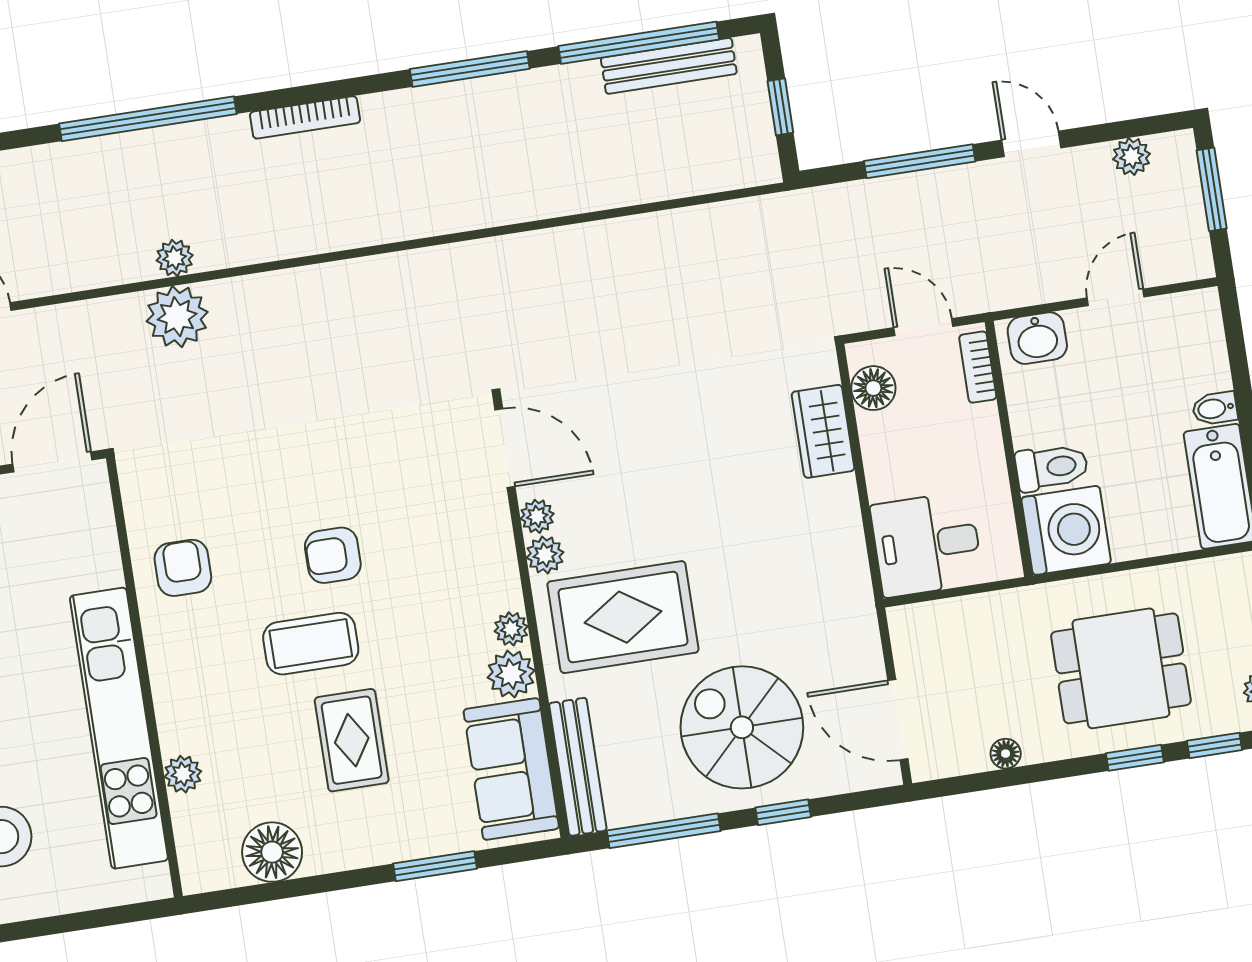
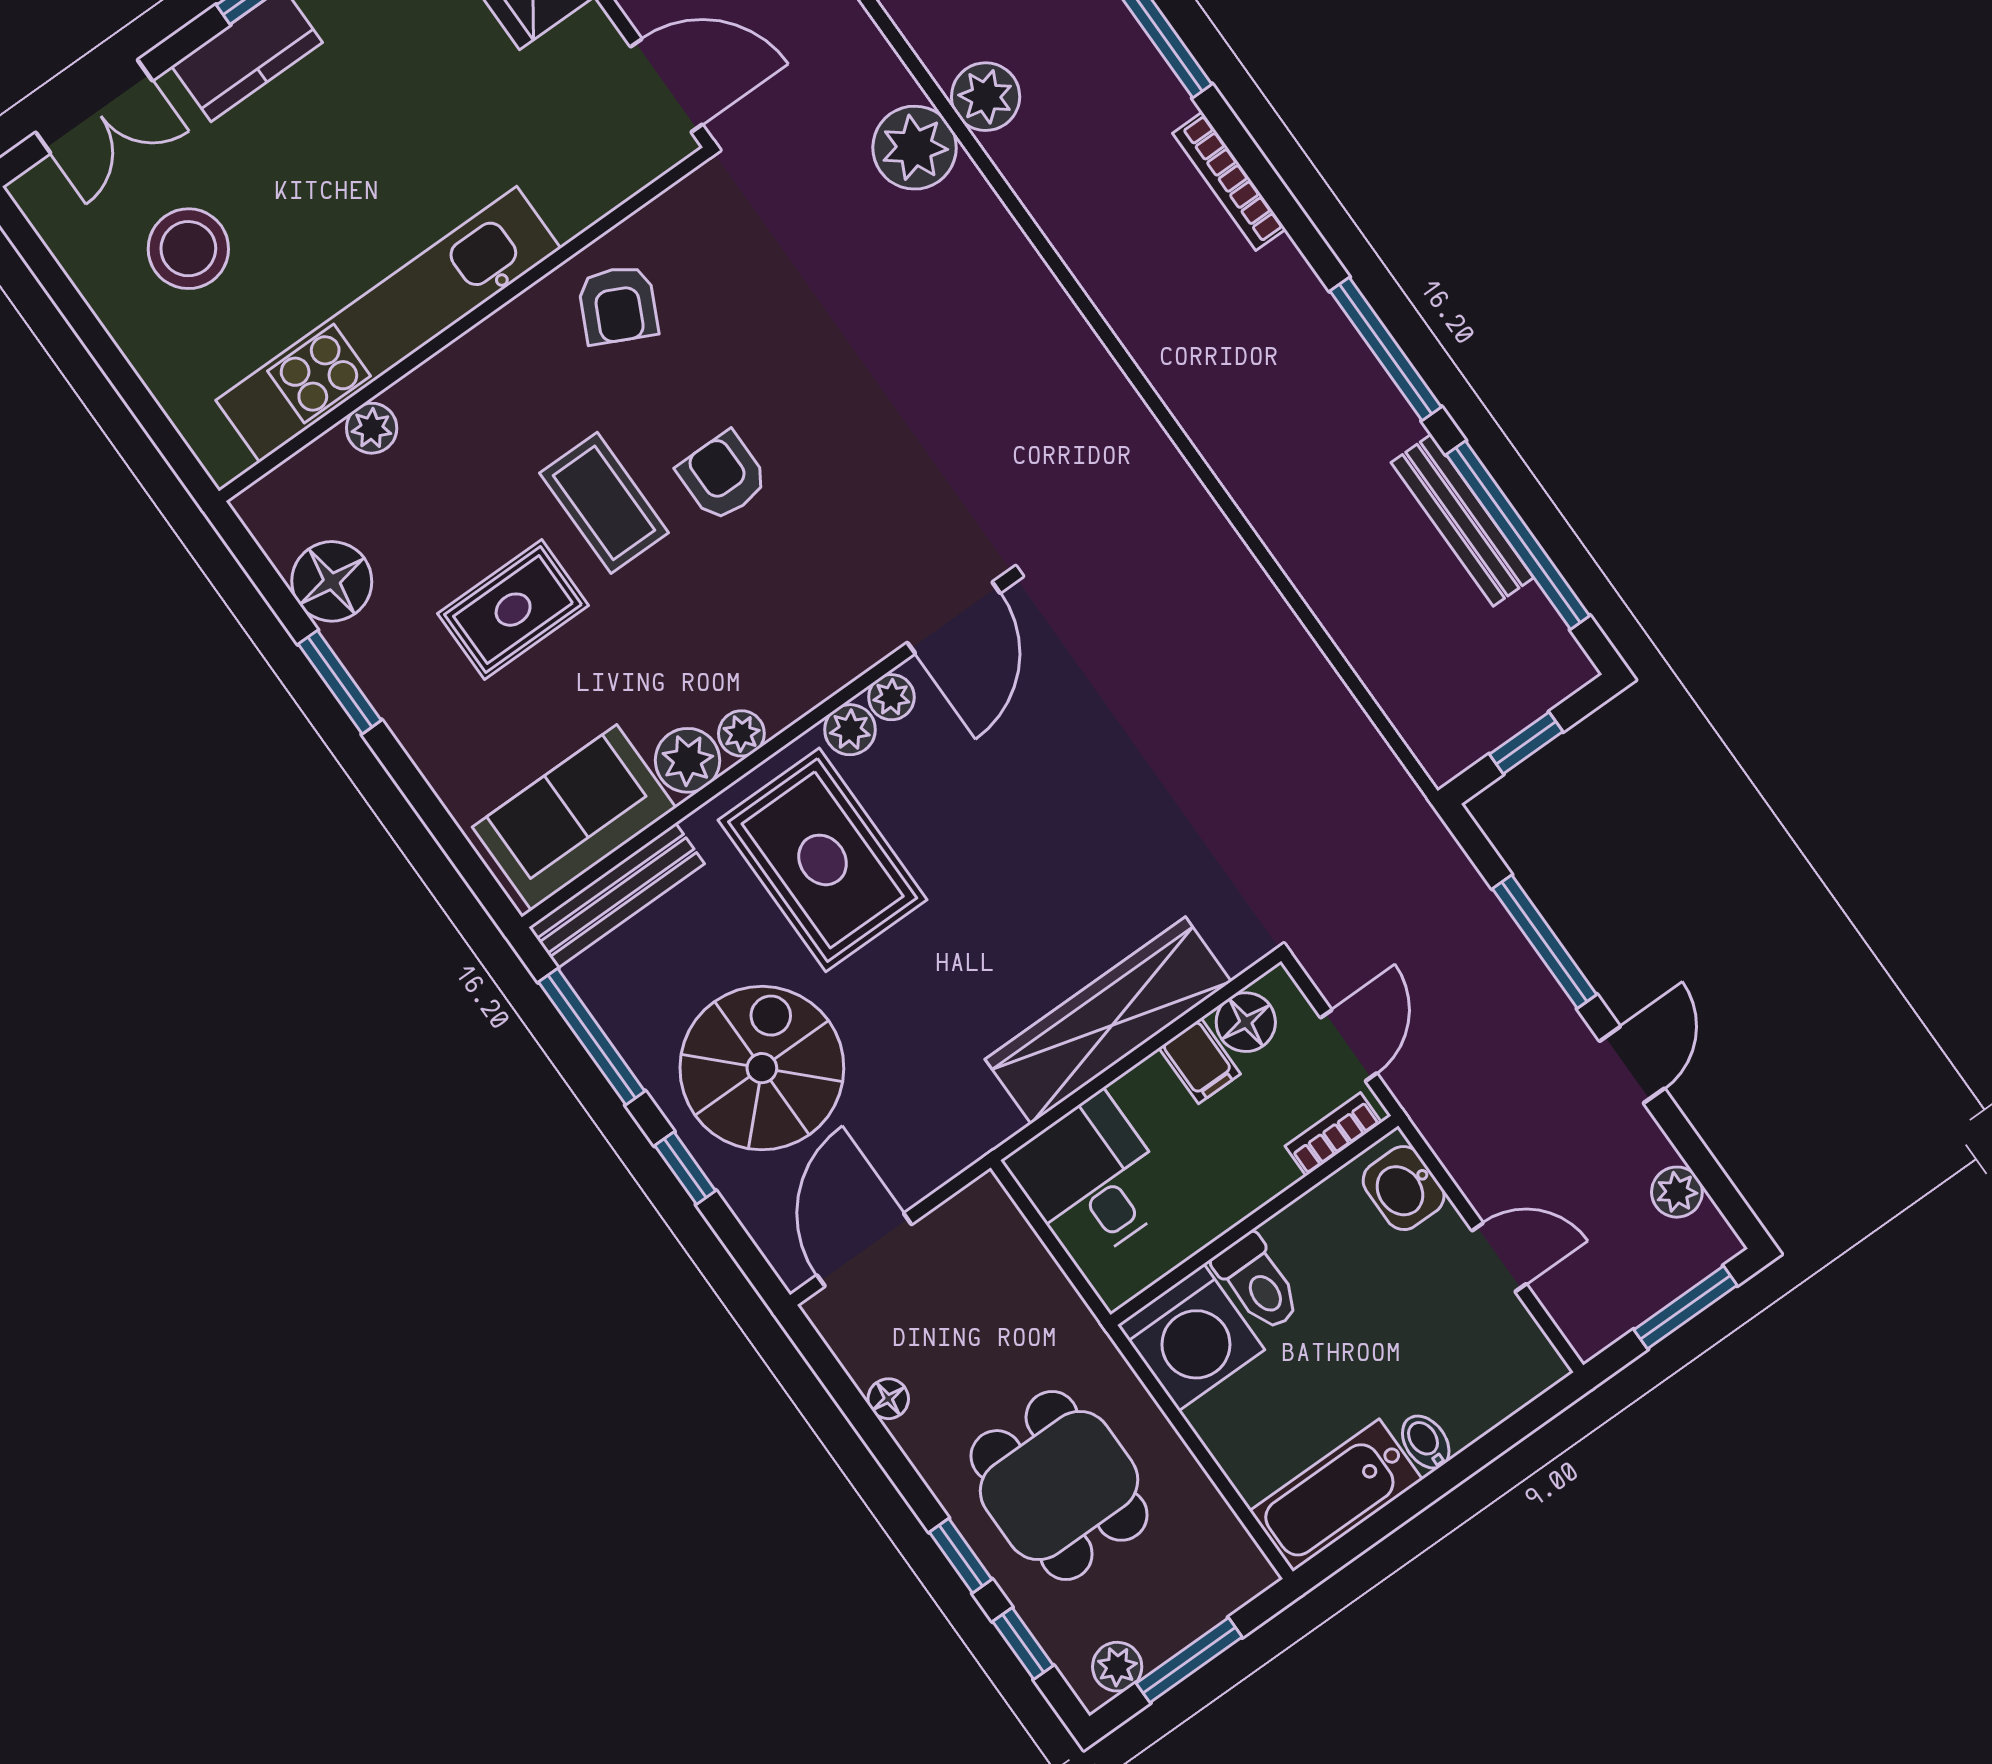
bench: (669, 66) -> (1462, 520), moved
plant: (175, 258) -> (986, 97), width x1.38, depth x1.38
wardrobe: (823, 431) -> (1108, 1020), width x2.10, depth x1.17
filing cabinet: (884, 432) -> (1200, 1061), added
armchair: (183, 568) -> (618, 305), turned 116
window: (435, 866) -> (340, 682), moved

